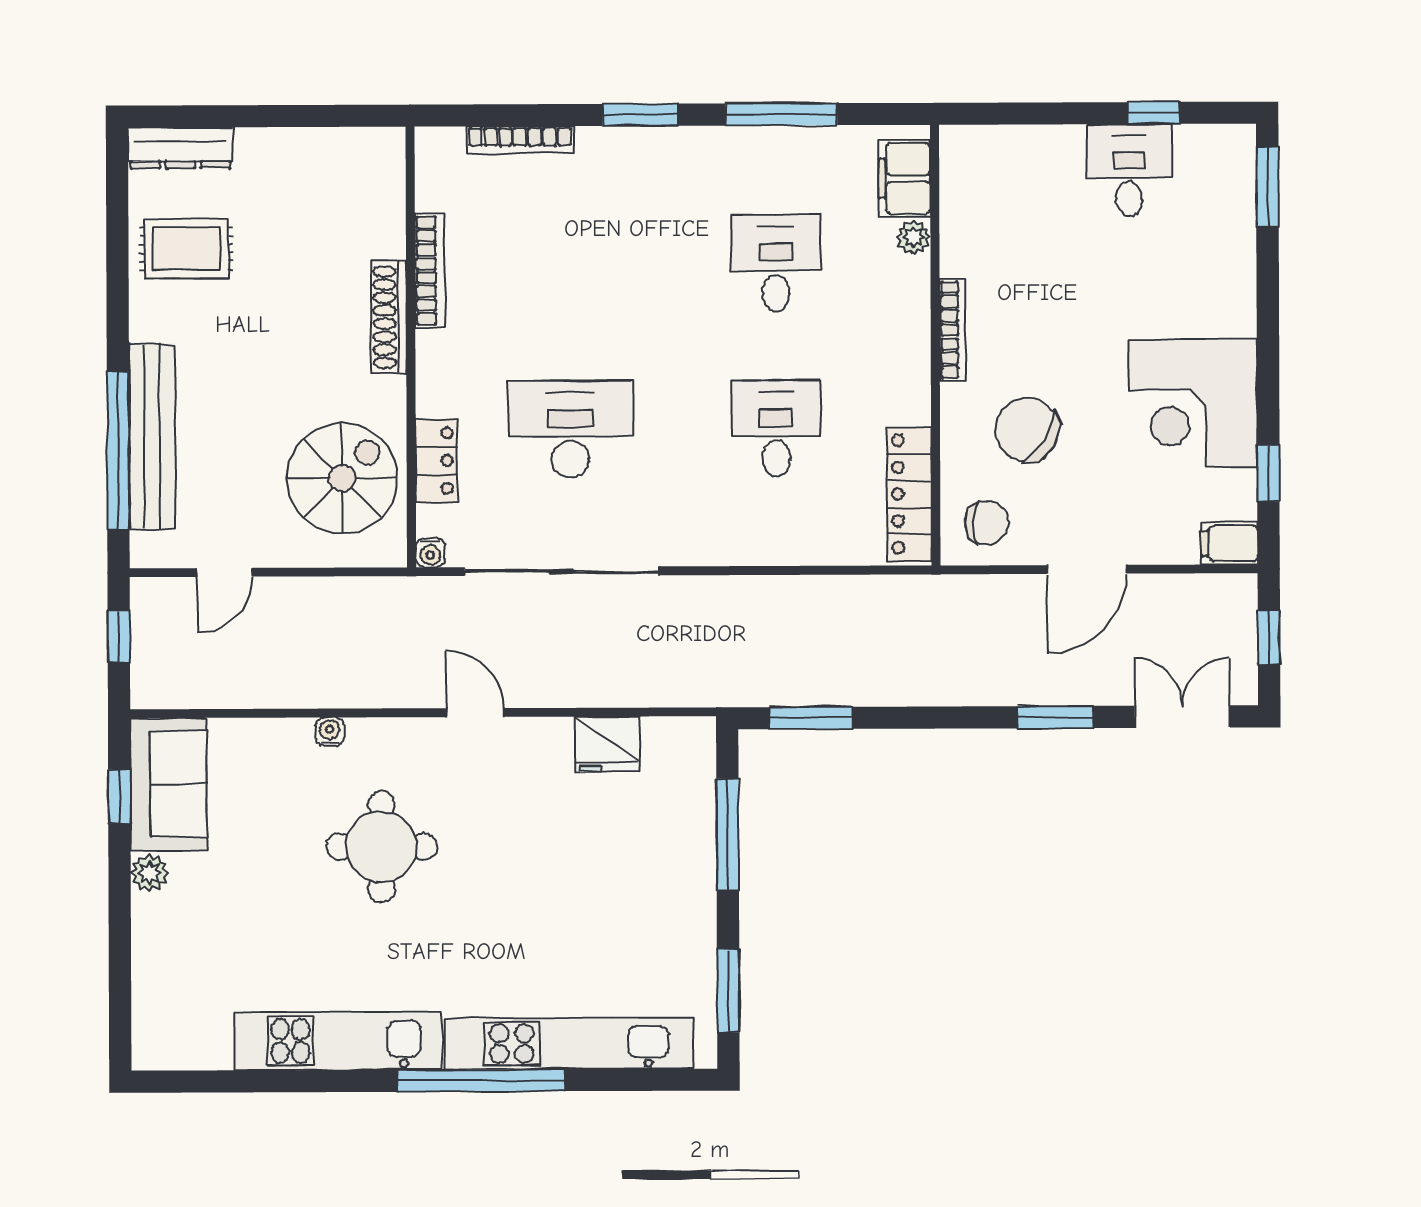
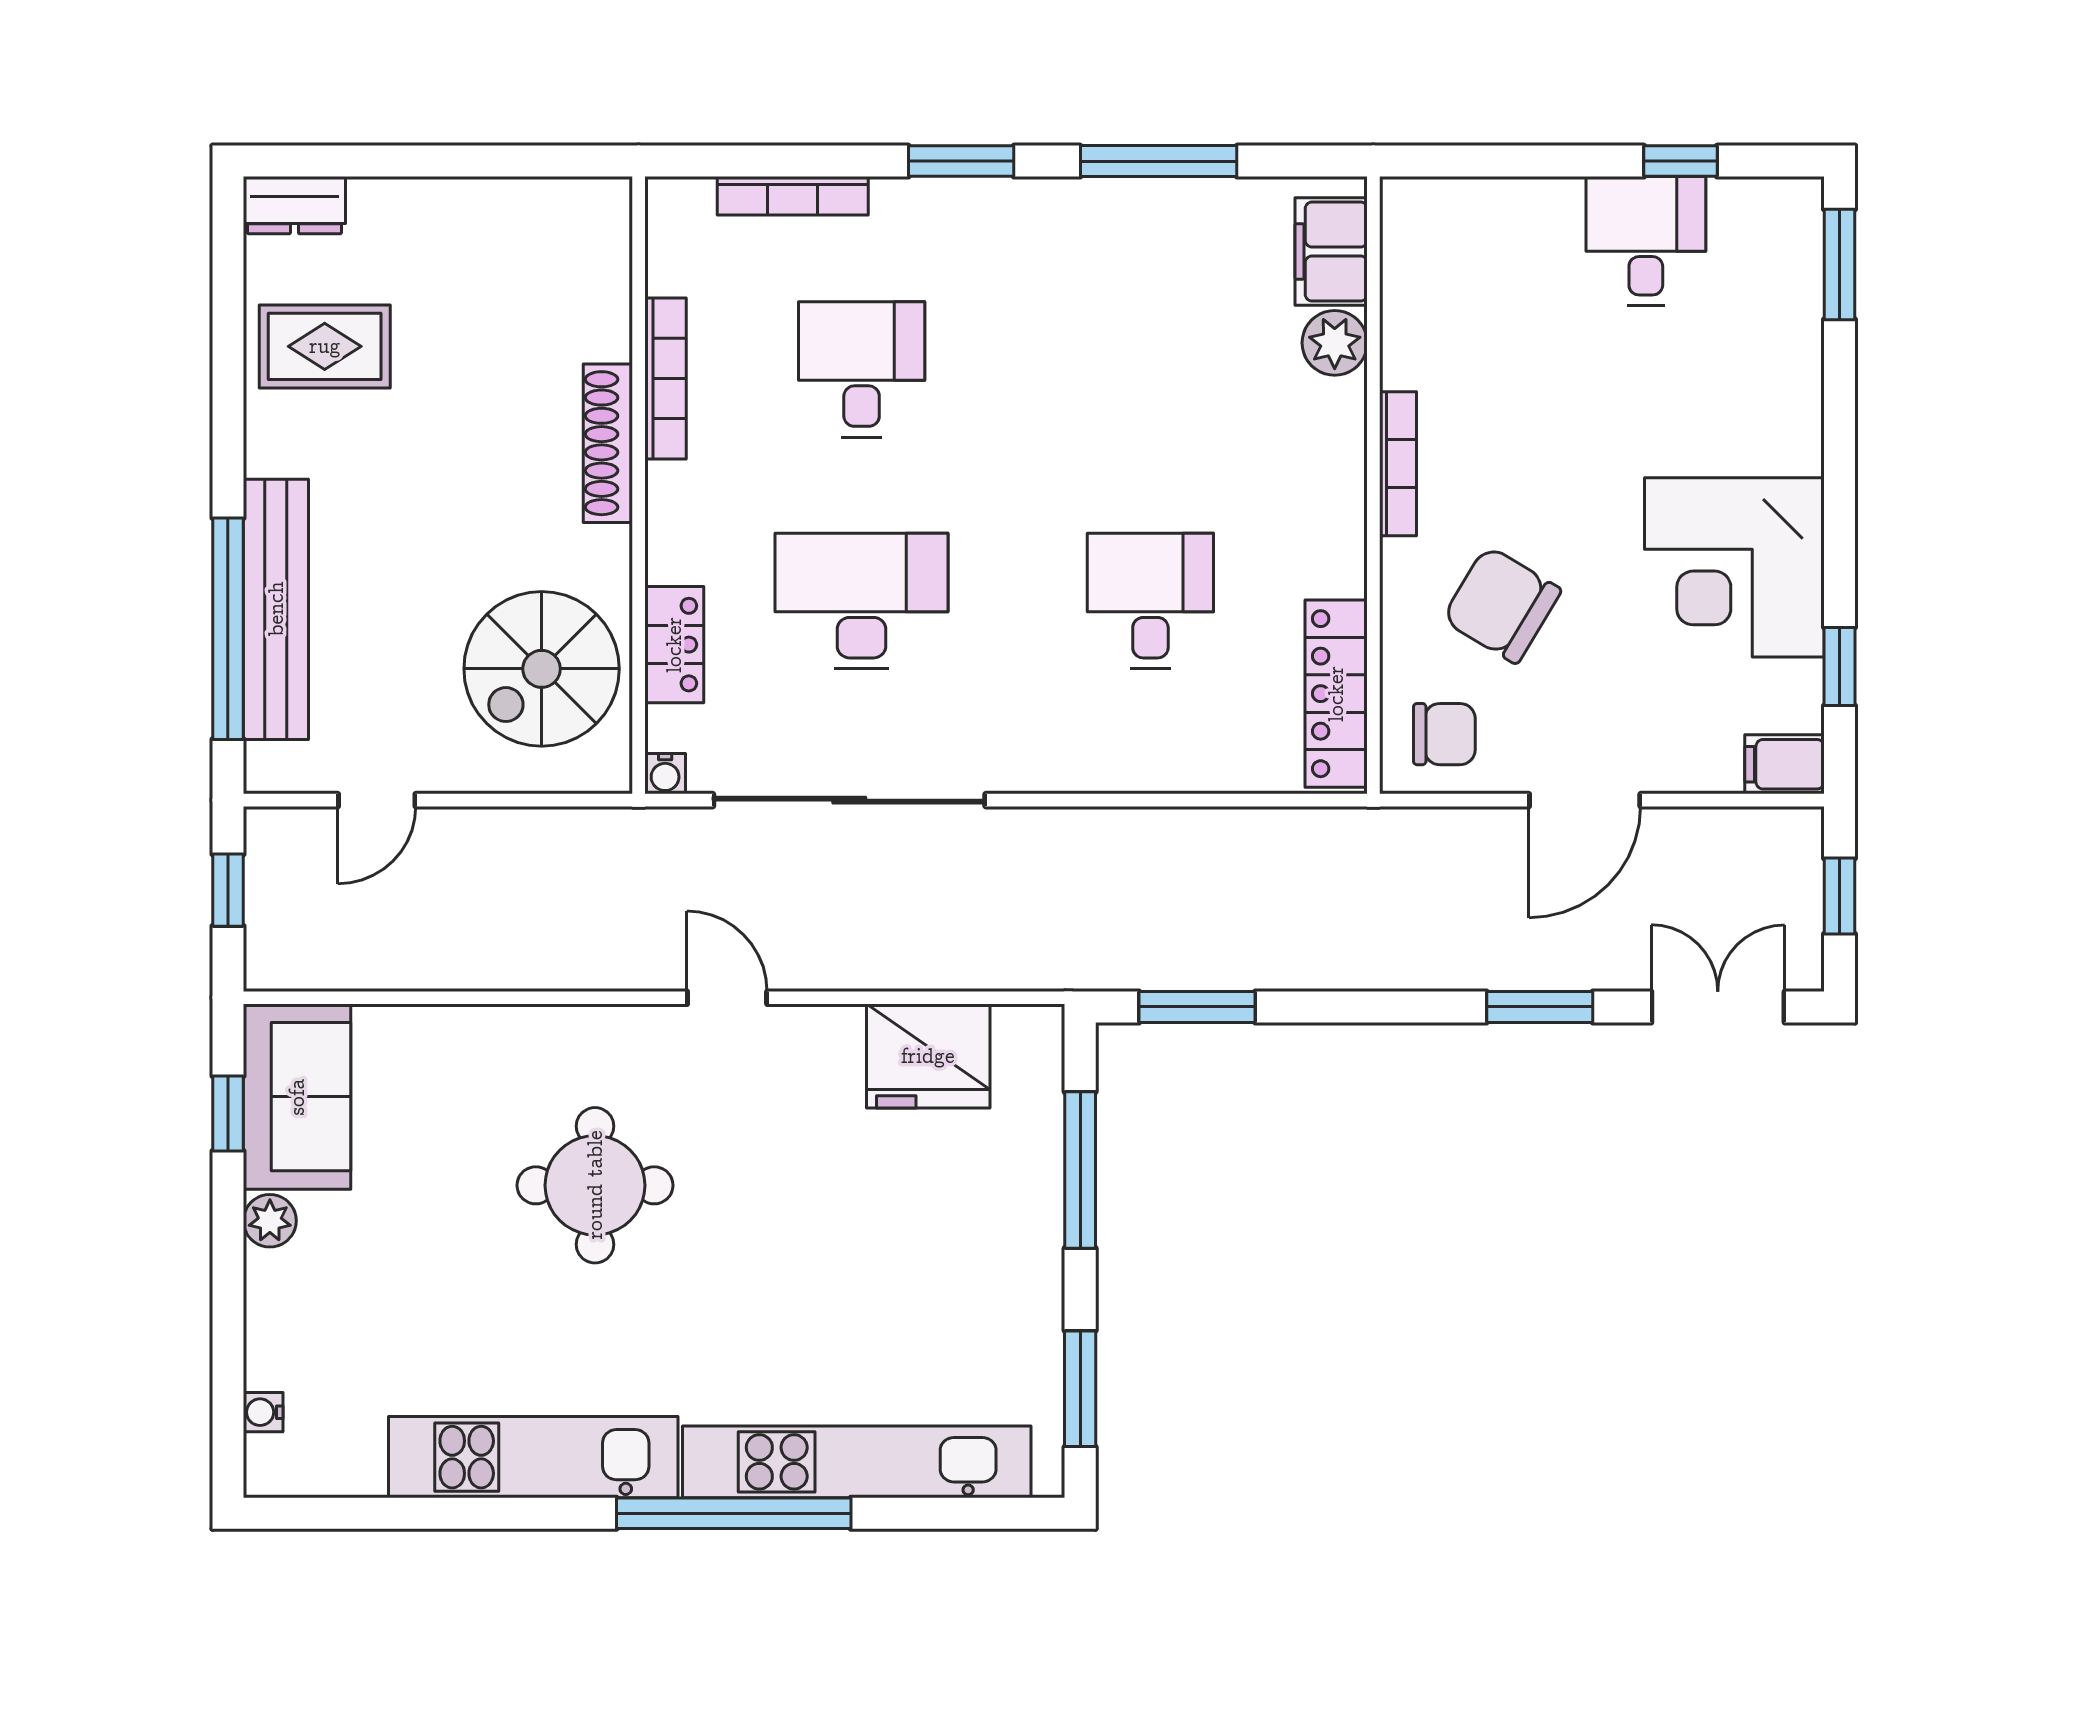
dresser: (180, 148) -> (294, 205), width x0.70
plant: (914, 237) -> (1335, 343), width x1.38, depth x1.38
desk: (776, 263) -> (862, 369), moved
spiral stairs: (342, 478) -> (542, 669), turned 180
water cooler: (330, 732) -> (263, 1412), moved, turned -90
fridge: (607, 744) -> (928, 1056), width x1.36, depth x1.34

